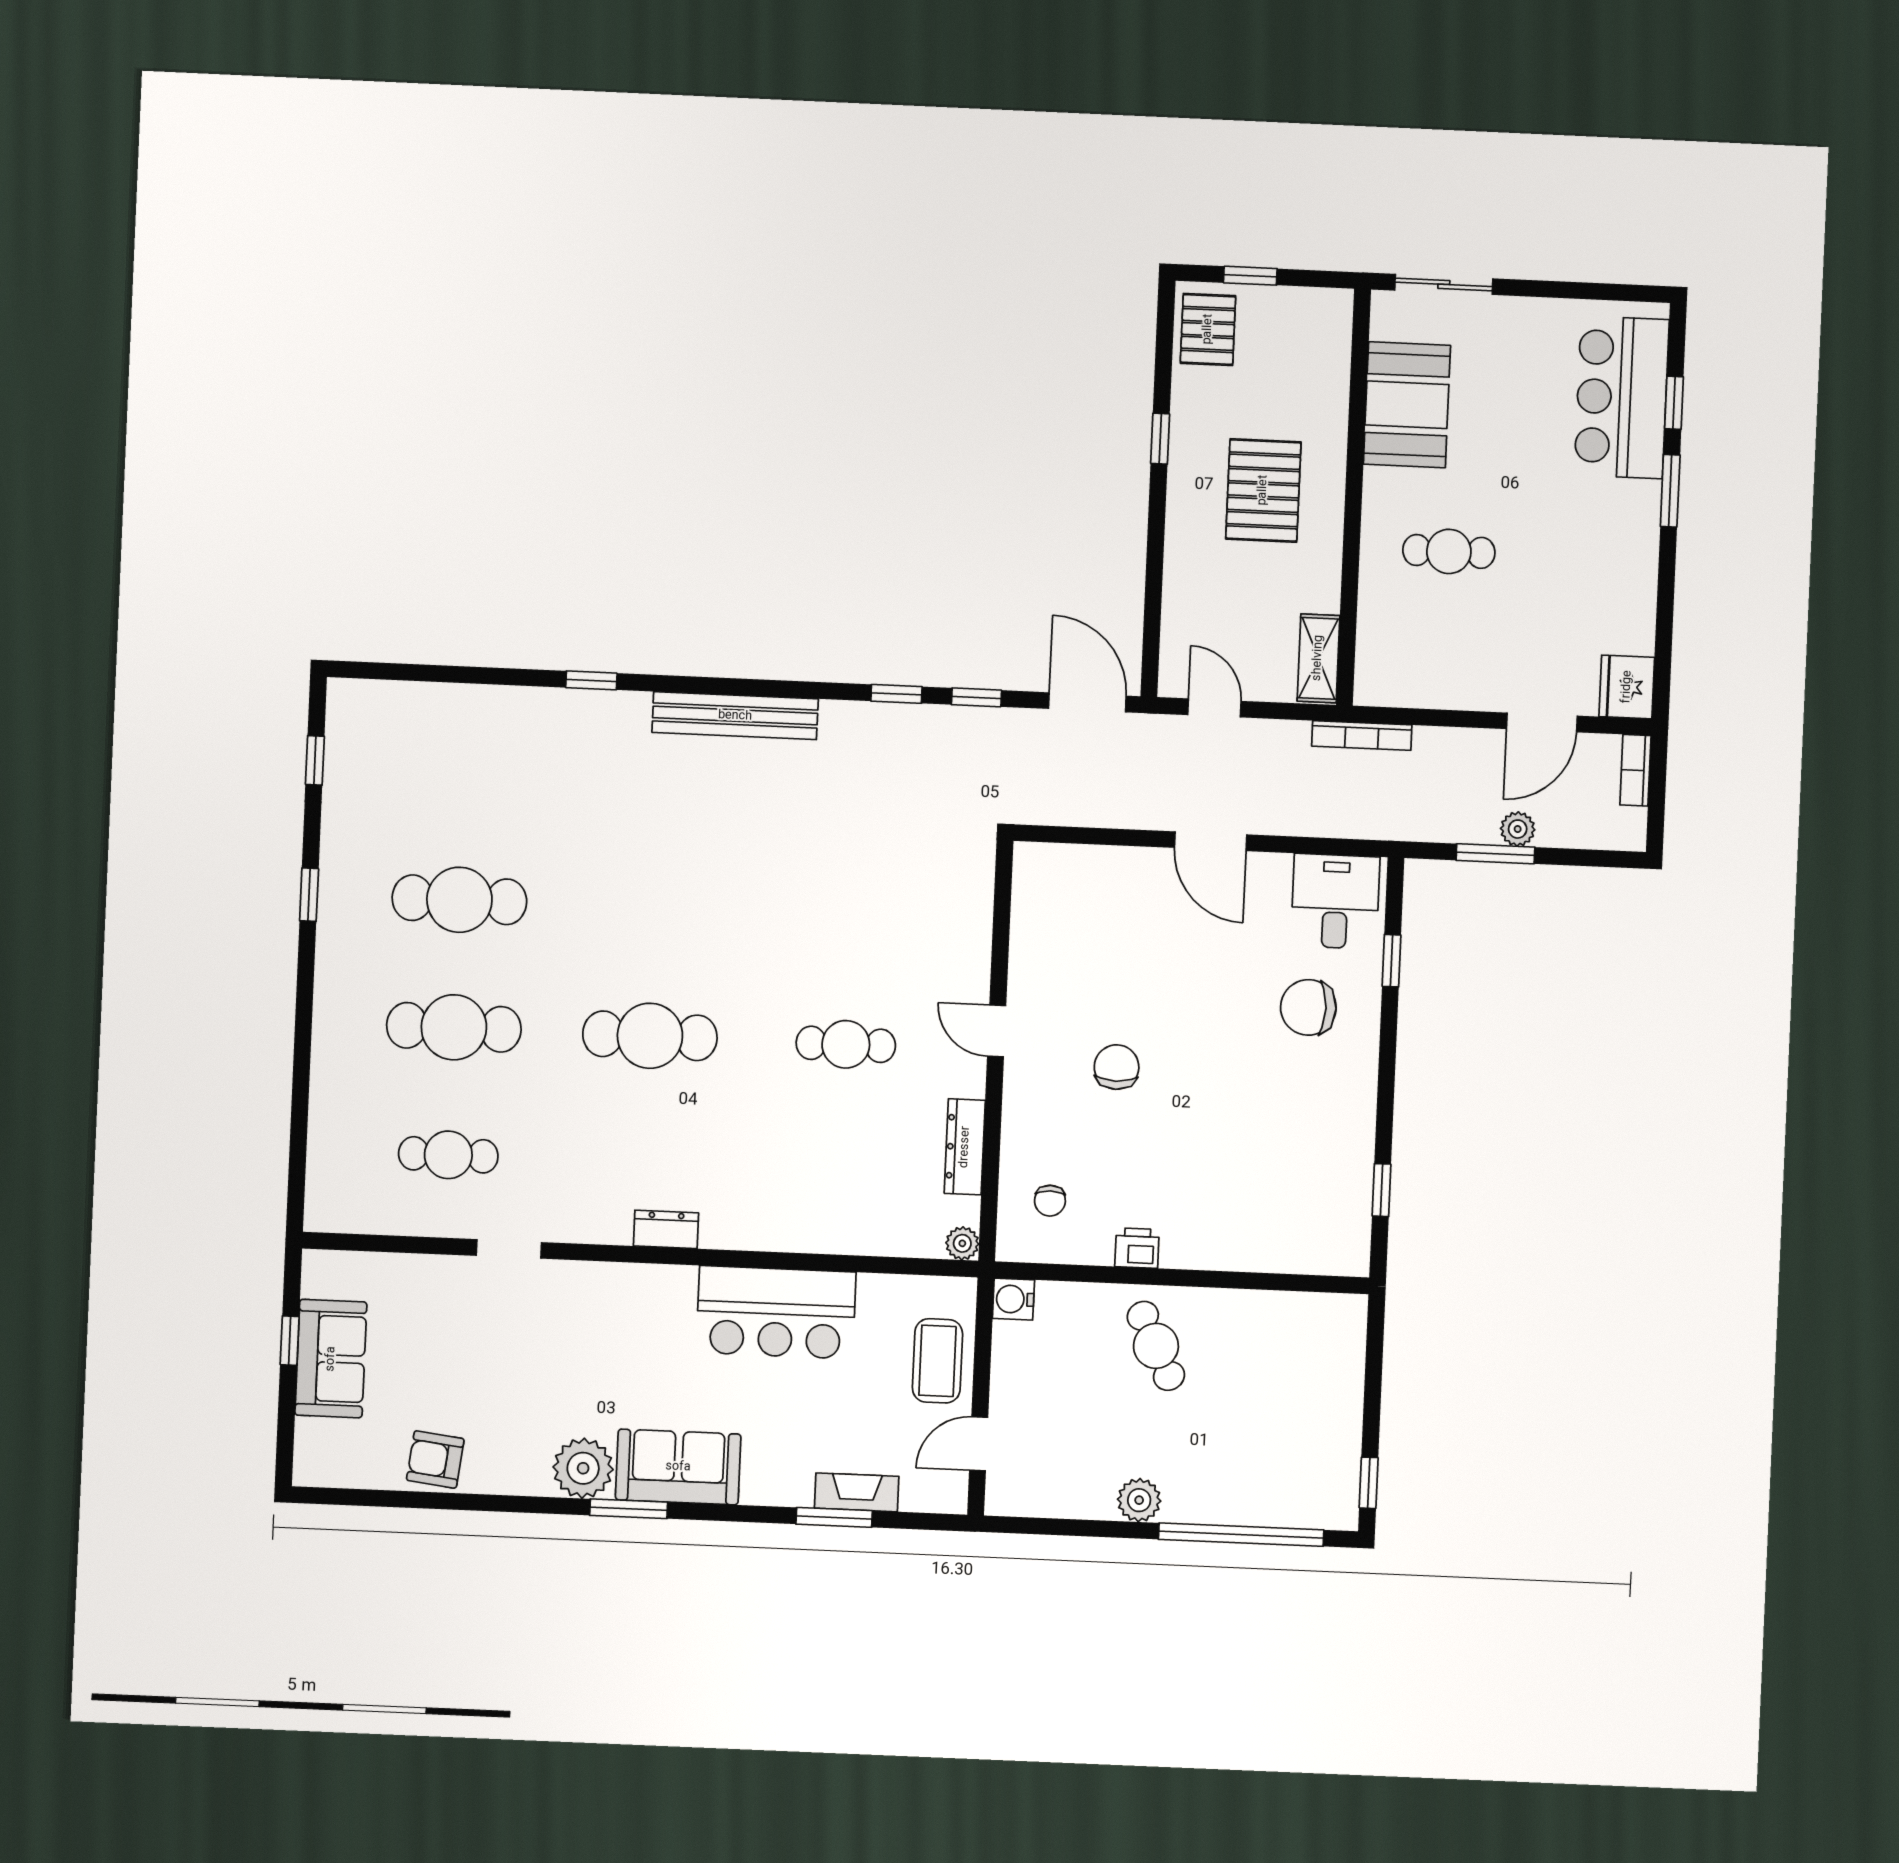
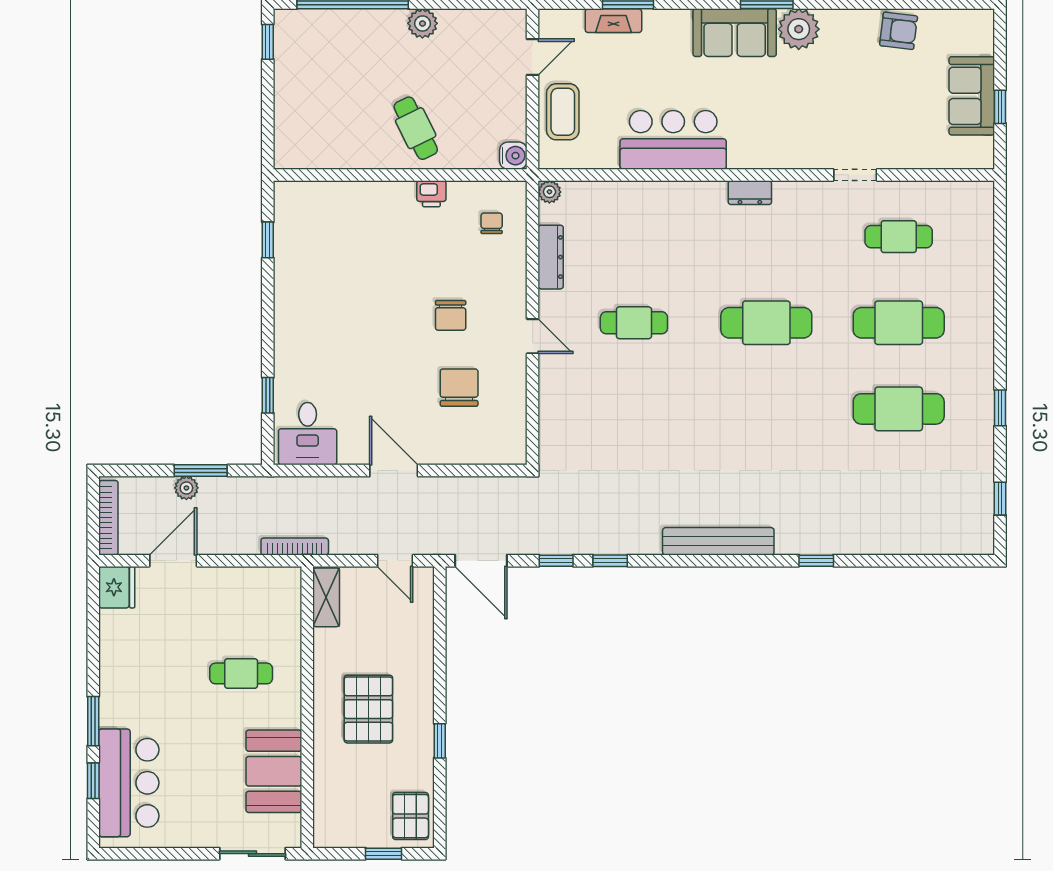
bookcase: (1635, 770) -> (108, 518), width x1.56
chair: (1308, 1007) -> (459, 388), moved, turned -90

